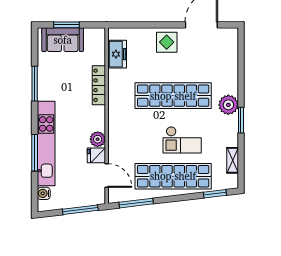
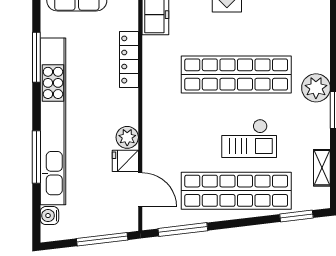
kitchen unit: (46, 144) -> (53, 121), width x1.36

